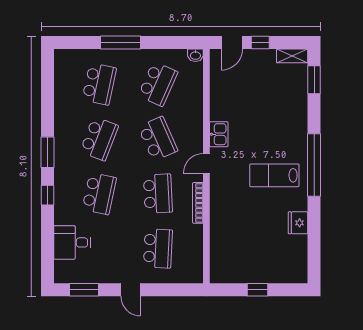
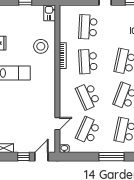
kitchen sink: (219, 134) -> (50, 13), moved
door: (206, 163) -> (57, 124), moved
stool: (233, 218) -> (41, 46), added

